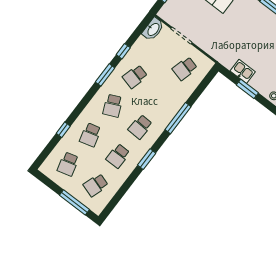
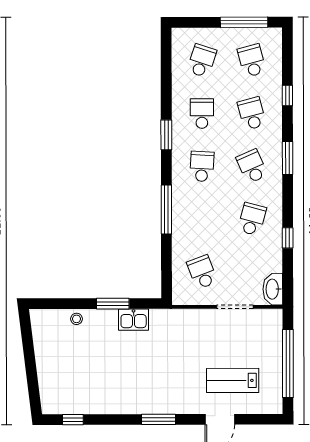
school desk: (185, 68) -> (202, 272), turned -36
window: (105, 75) -> (288, 158), moved
window: (74, 202) -> (244, 22), moved

